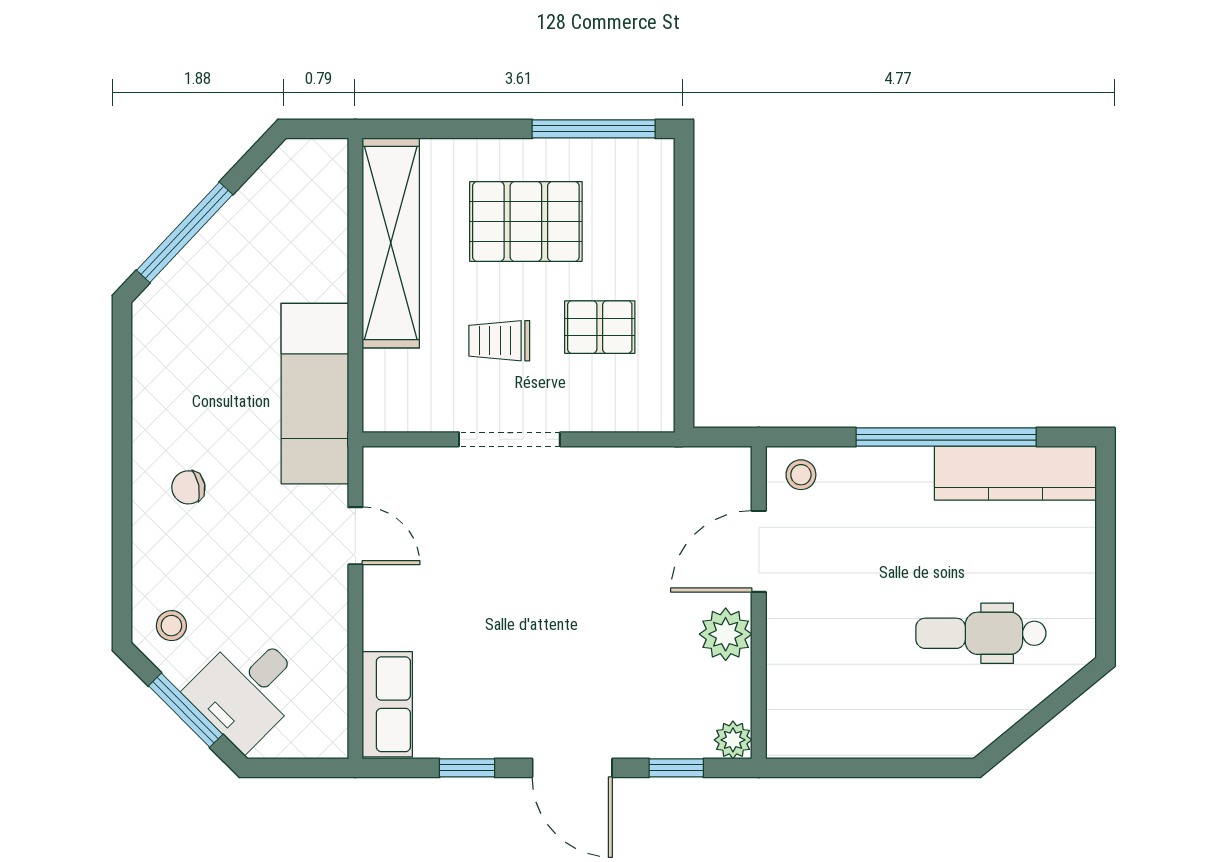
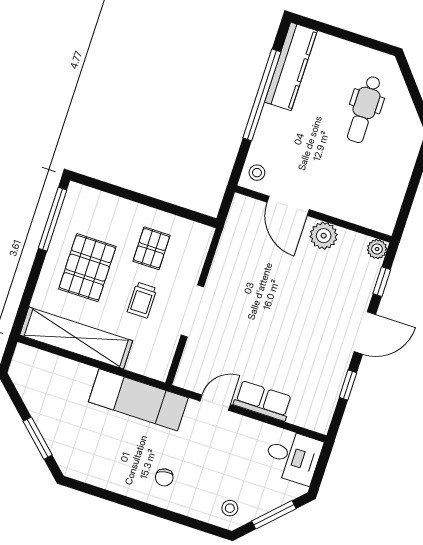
window: (185, 232) -> (38, 438), width x0.69
desk: (247, 689) -> (293, 457), moved, turned -45
row of seats: (387, 704) -> (263, 401), moved

